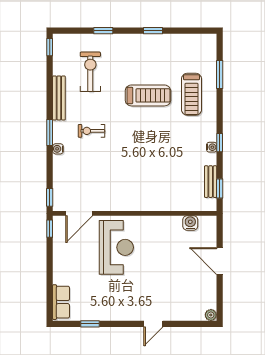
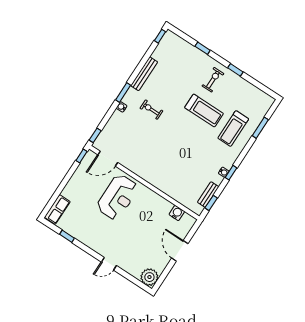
exercise bike: (90, 72) -> (213, 80), moved, width x0.73, depth x0.72
plant: (211, 315) -> (149, 277), width x1.88, depth x1.88

